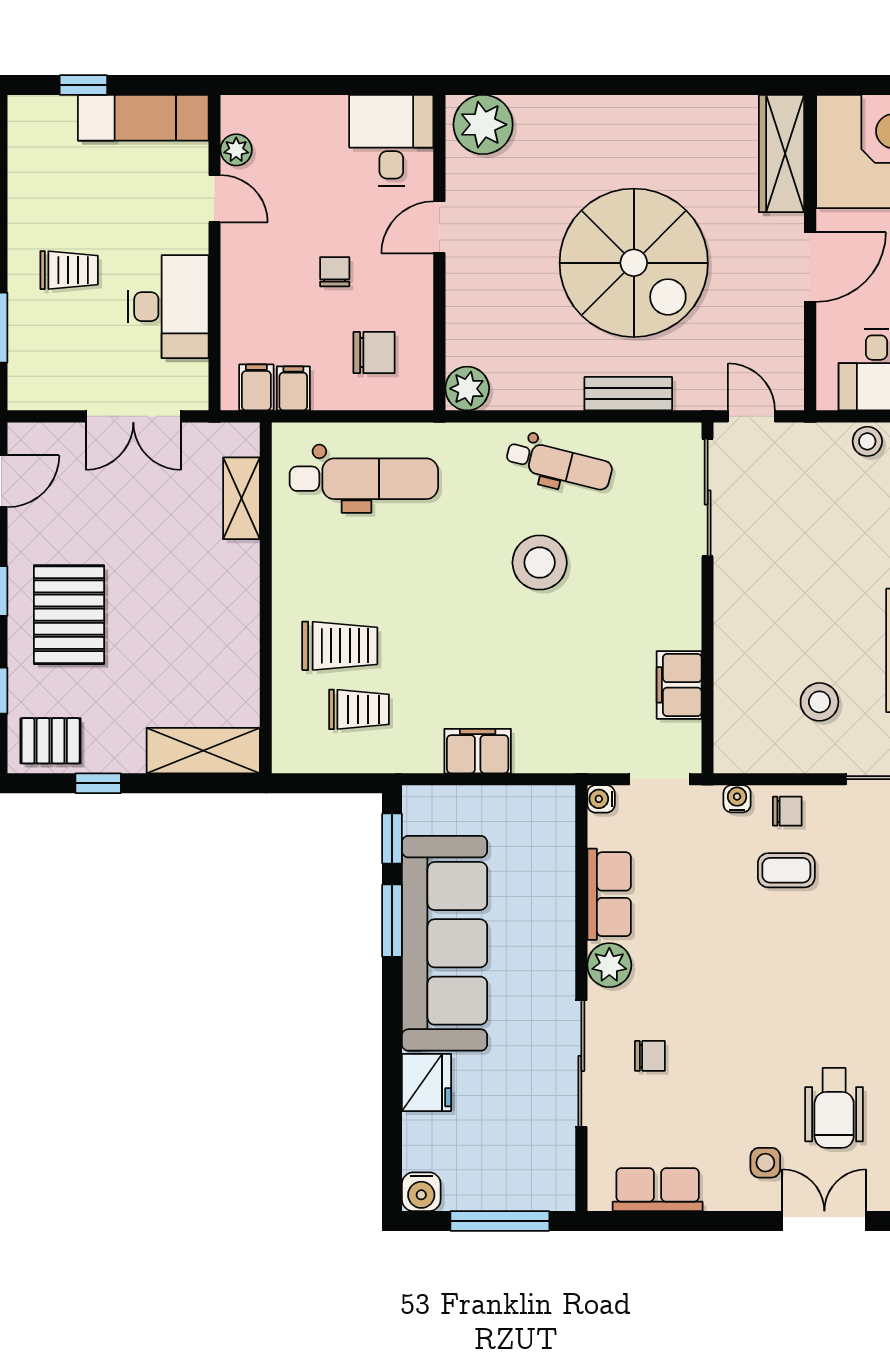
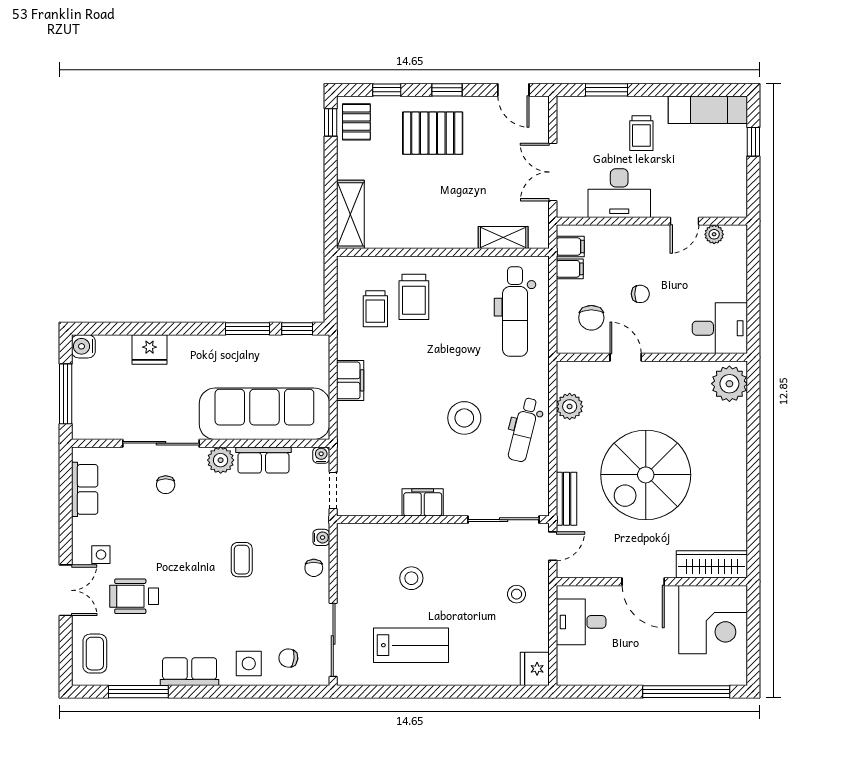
exam couch: (143, 118) -> (708, 110), moved, turned -90
door: (439, 227) -> (626, 357), moved
plant: (467, 389) -> (570, 406), moved
bench: (628, 394) -> (567, 499), moved
stool: (867, 441) -> (517, 594), moved
filing cabinet: (679, 685) -> (423, 502), moved
stool: (819, 702) -> (411, 578), moved
window: (98, 783) -> (331, 122), moved
coffee table: (786, 870) -> (242, 560), moved
sofa: (445, 943) -> (264, 414), moved, turned 180

